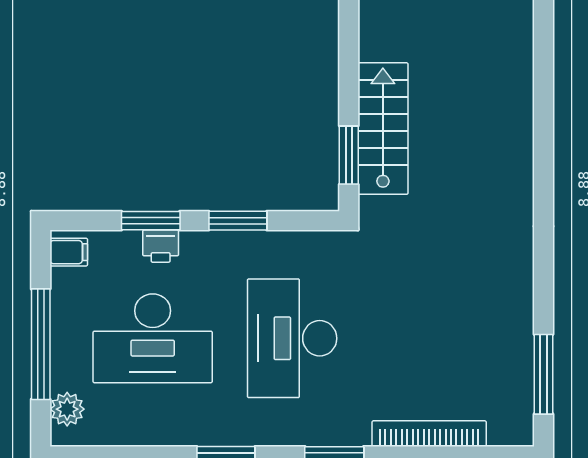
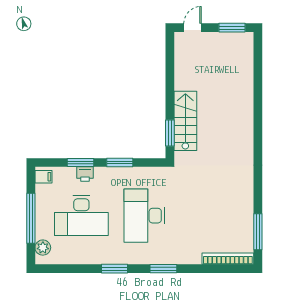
bookcase: (429, 434) -> (228, 259), moved

